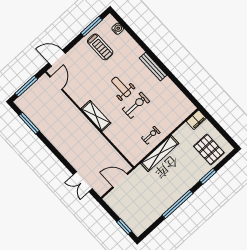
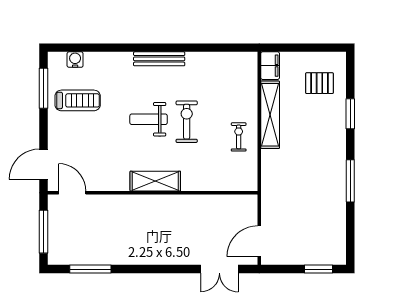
pallet: (209, 149) -> (319, 83), width x0.67, depth x0.71
shelving: (160, 153) -> (270, 115), moved
door: (120, 181) -> (259, 241), moved
window: (177, 204) -> (350, 181), width x0.68

